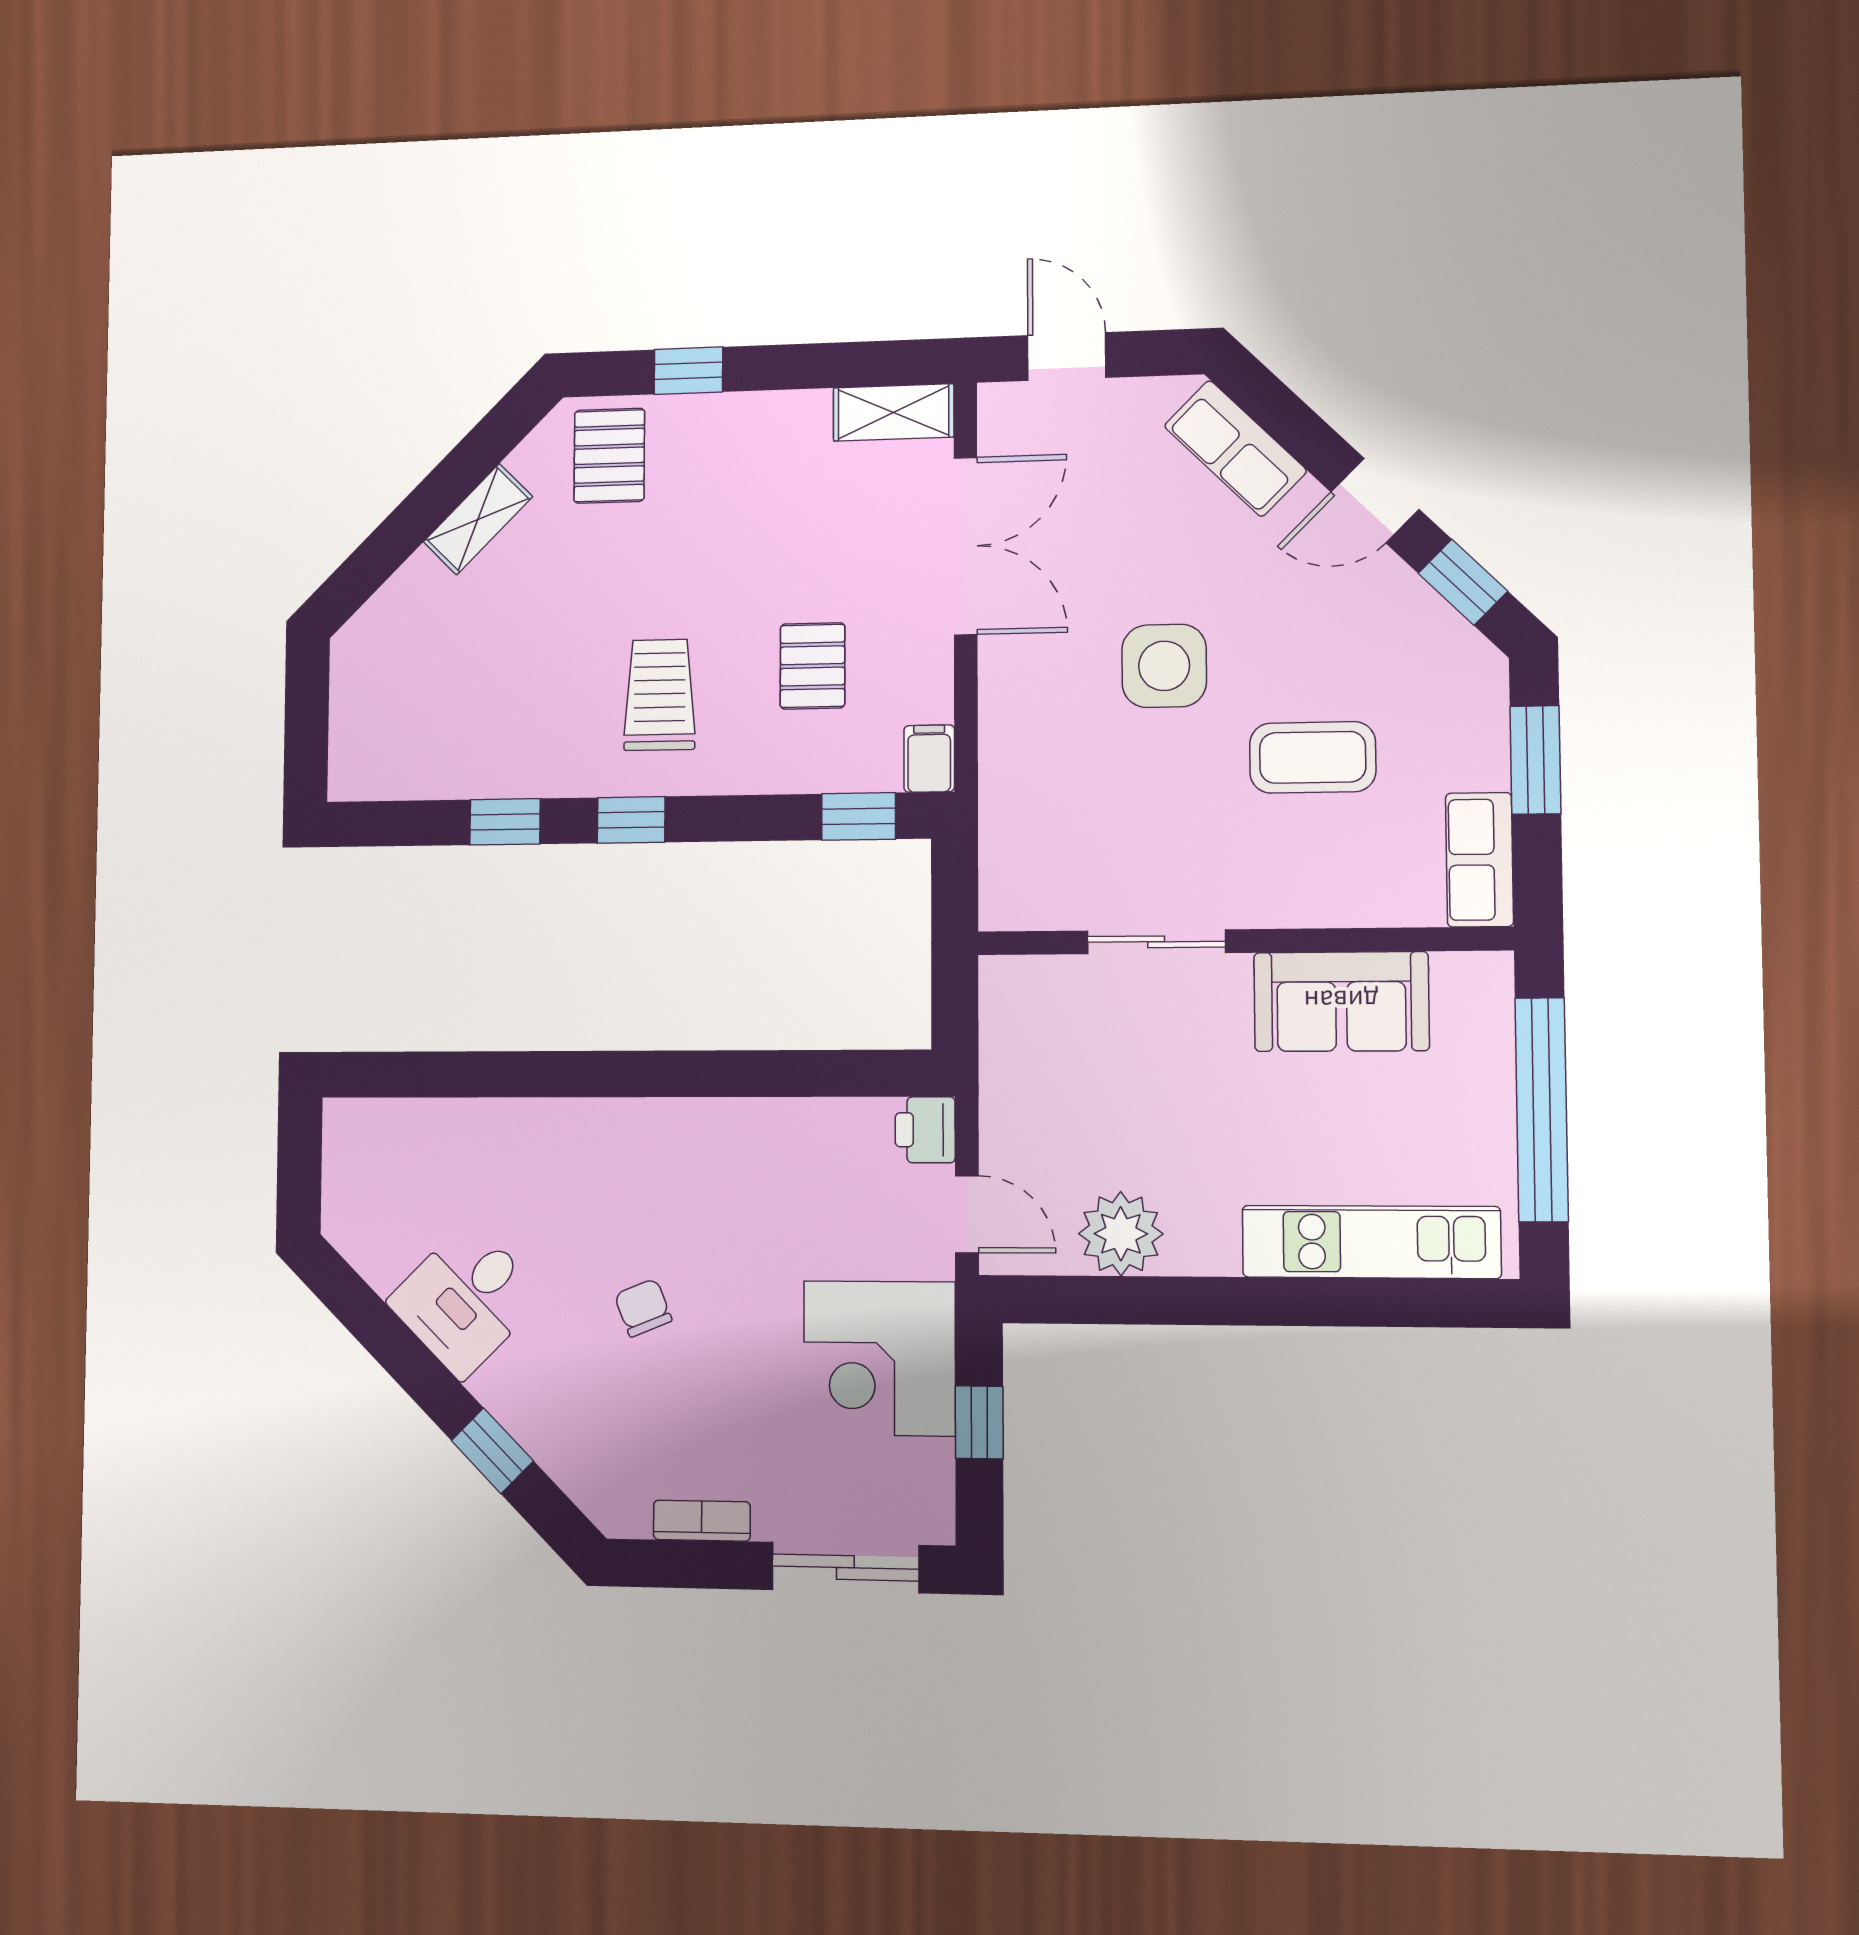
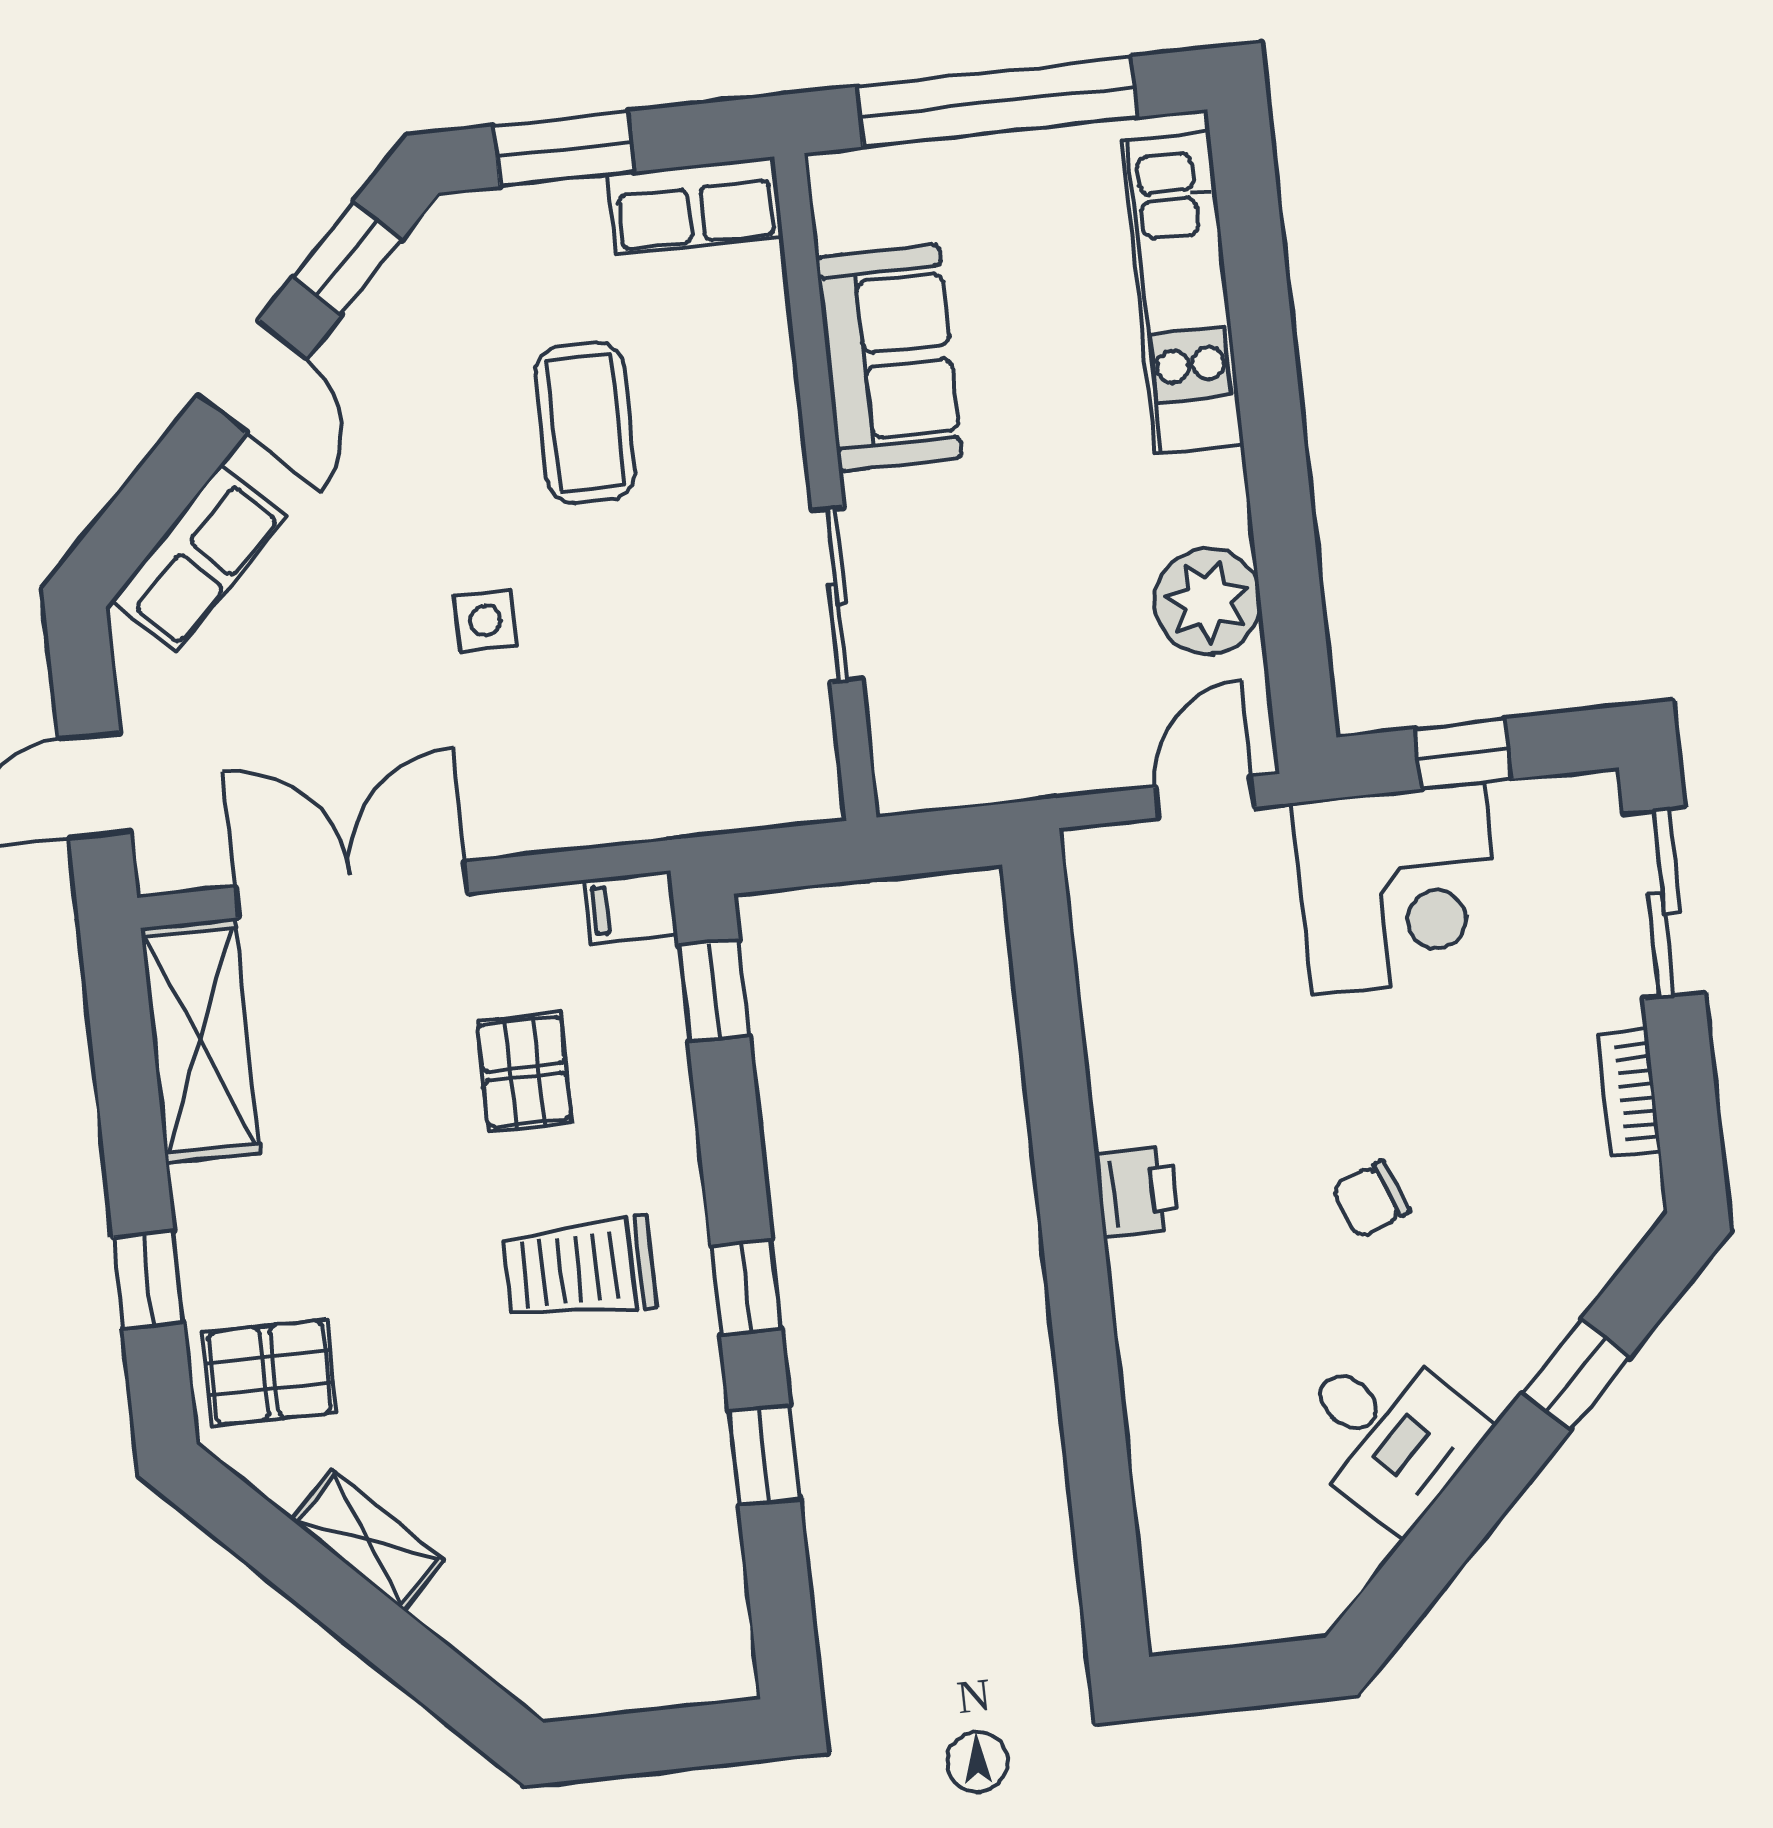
shelving: (893, 412) -> (200, 1040), width x1.50, depth x1.33
pallet: (813, 666) -> (524, 1072), turned 90
side table: (1164, 666) -> (485, 620), width x0.54, depth x0.54
printer: (925, 1130) -> (1137, 1192), moved, turned -90

